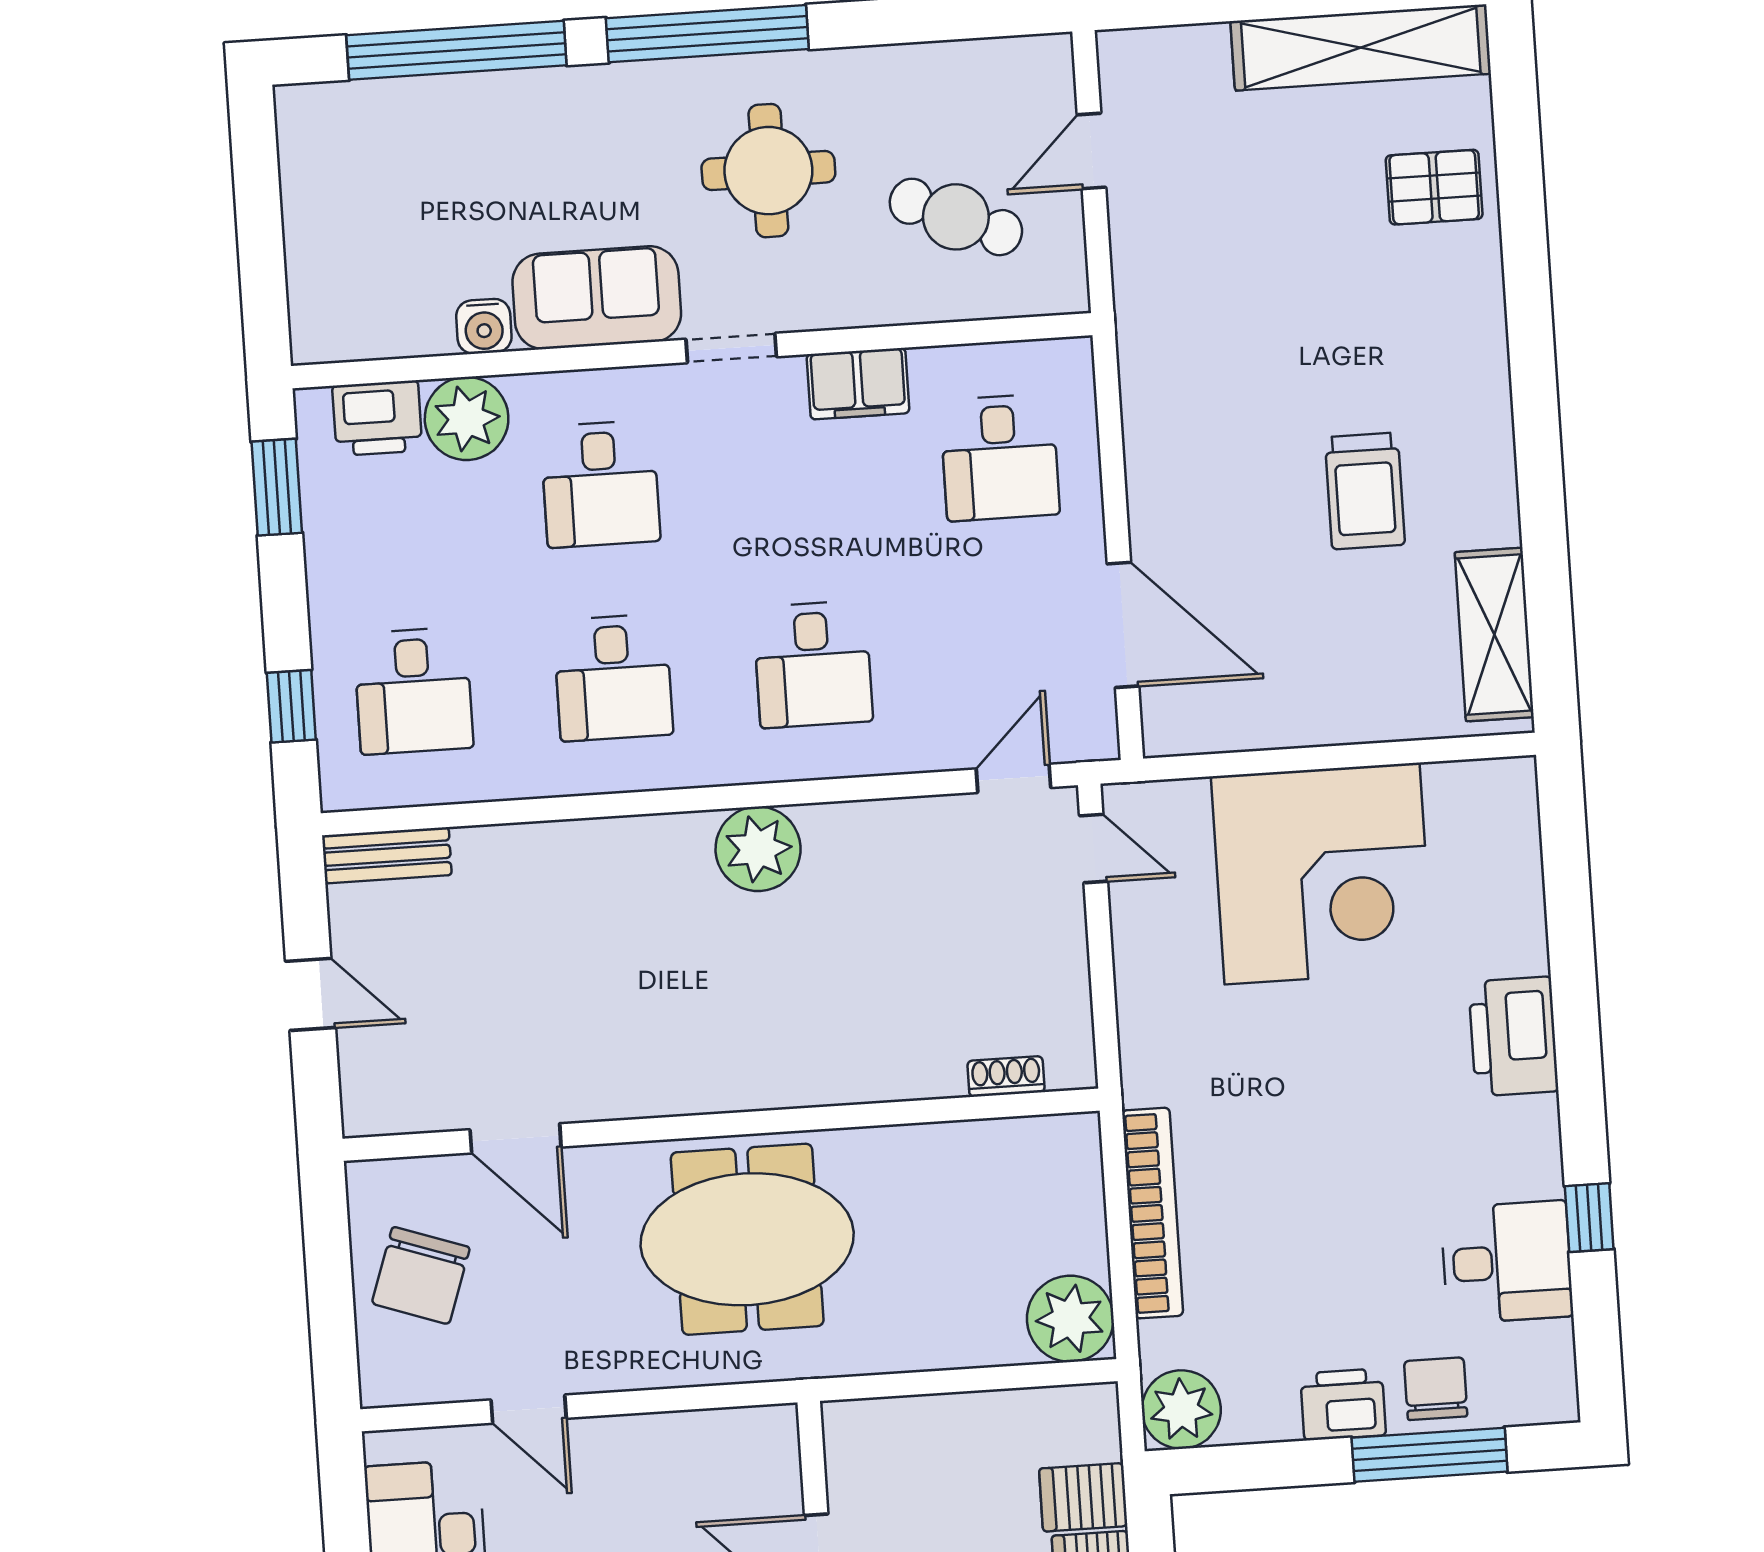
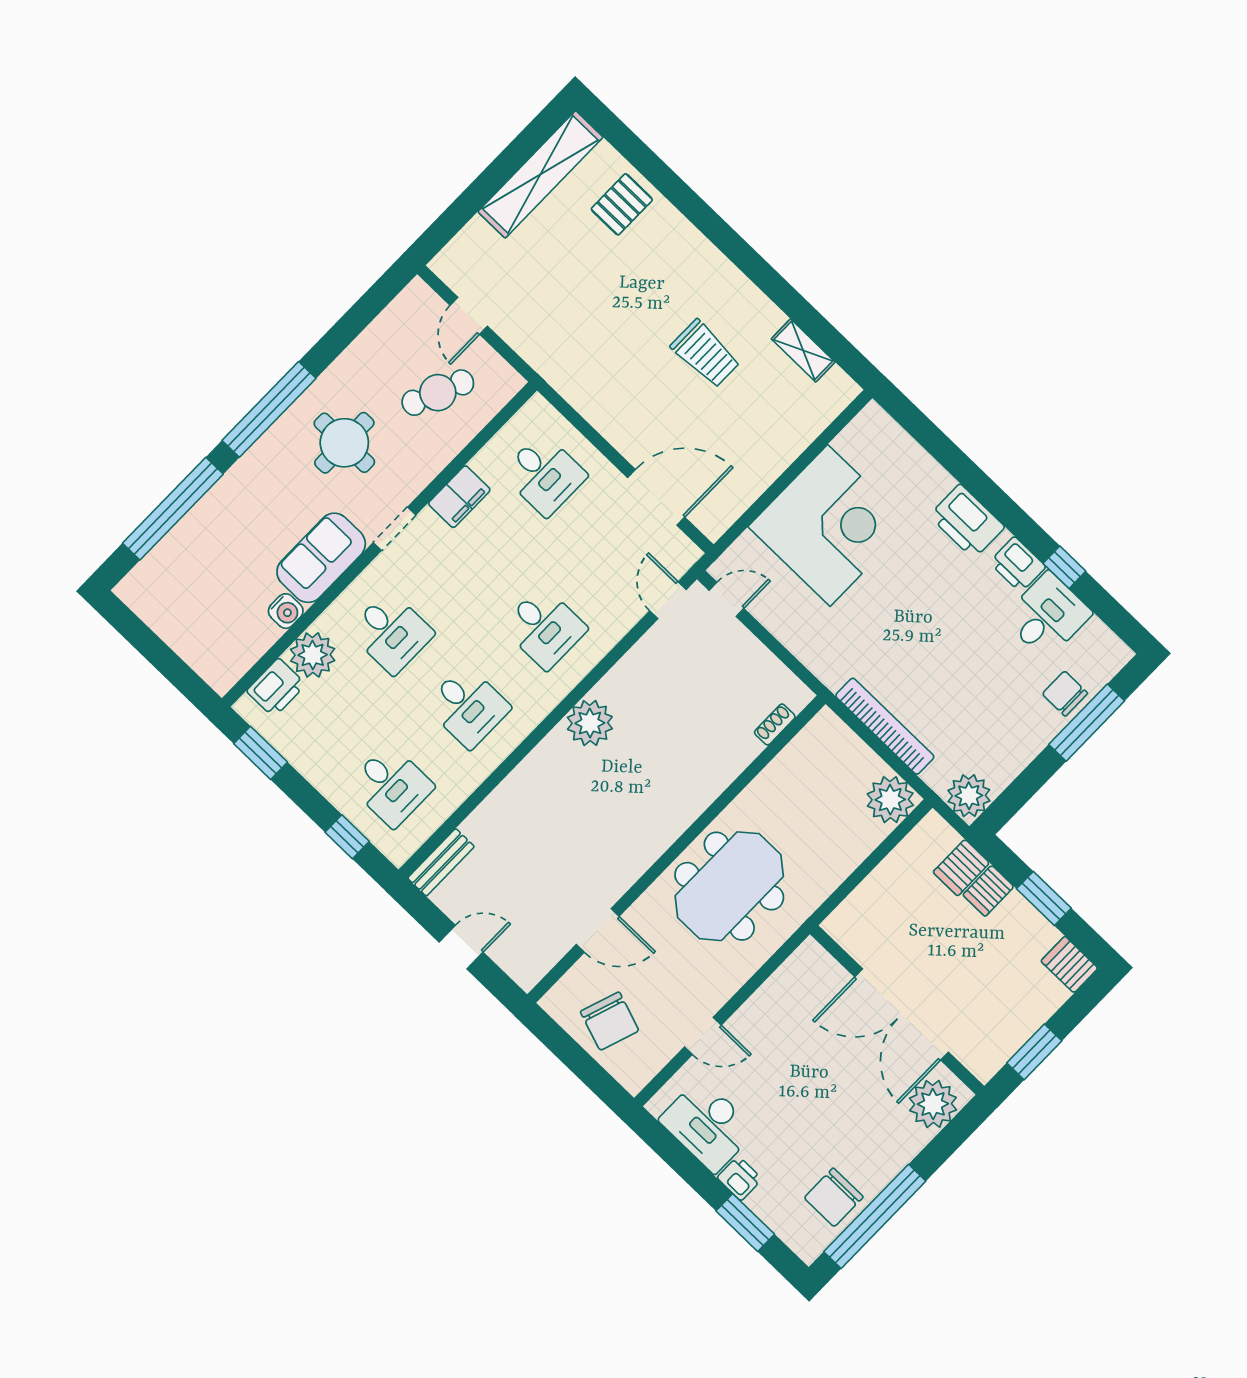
shelving: (1494, 635) -> (803, 350), width x0.67, depth x0.75
printer: (1343, 1404) -> (1018, 565), moved, turned -90

